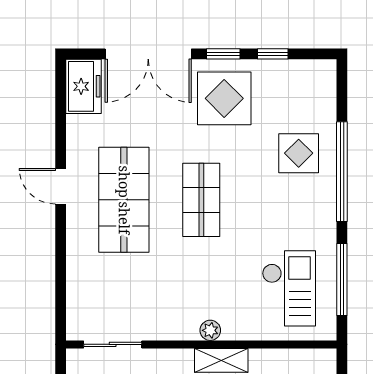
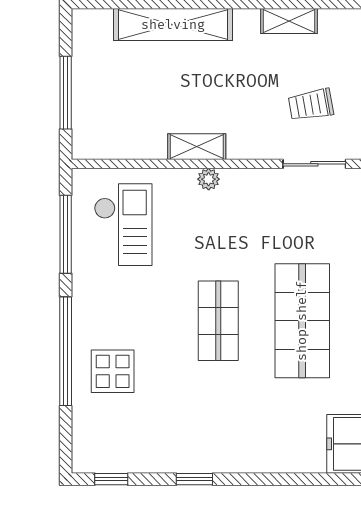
double door: (148, 54) -> (276, 479), removed
window: (273, 54) -> (111, 479), moved
display table: (224, 98) -> (193, 431), removed
checkout: (289, 288) -> (123, 225), turned 180

